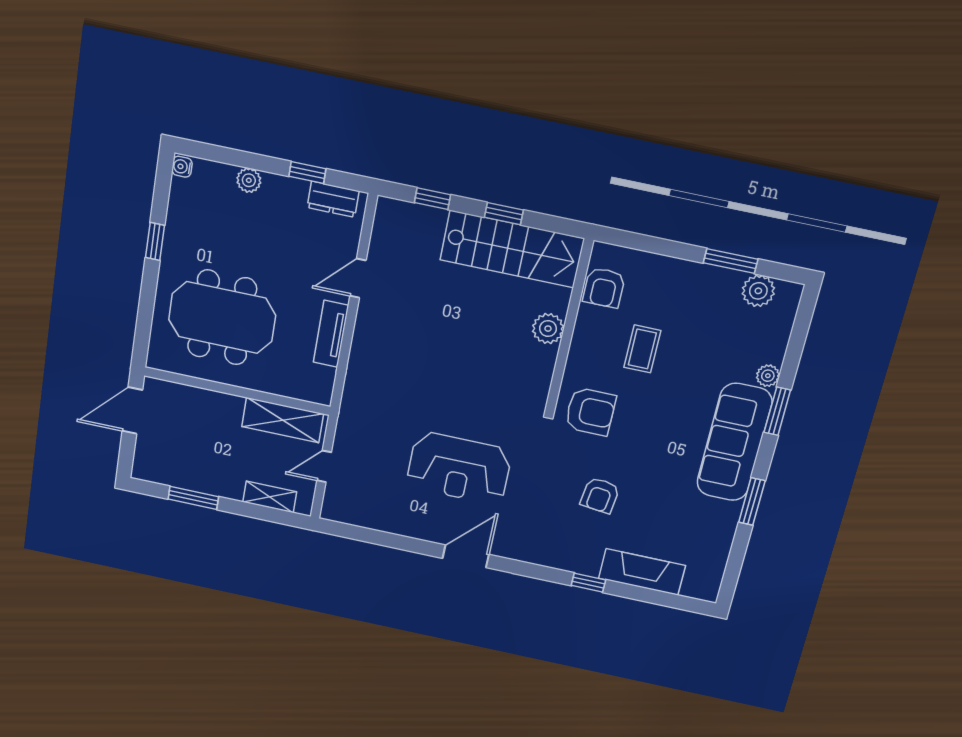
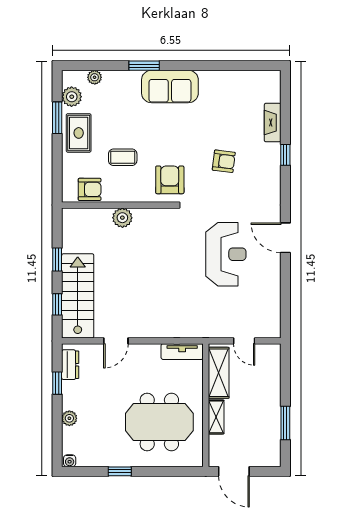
stairs: (512, 249) -> (78, 296), moved
door: (358, 278) -> (116, 341), hinge flipped
rug: (698, 289) -> (79, 133), added
meeting table: (222, 317) -> (159, 422), turned 90
tv unit: (331, 334) -> (182, 352), moved
plant: (768, 376) -> (95, 77), moved
sofa: (734, 442) -> (170, 86), width x0.73
shelving: (270, 497) -> (216, 417), moved
window: (752, 502) -> (206, 66), removed
fireplace: (642, 572) -> (273, 123), width x0.73, depth x0.76

